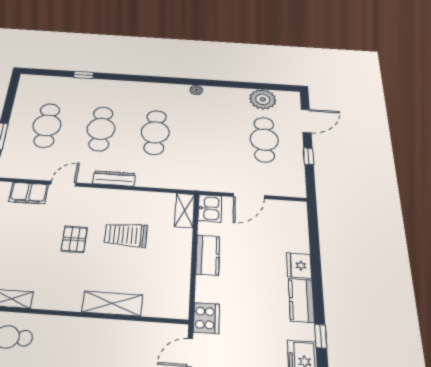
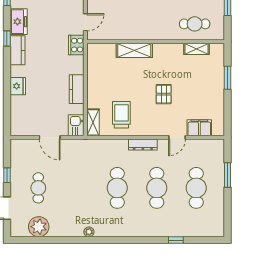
cafe table: (264, 140) -> (38, 188), width x0.73, depth x0.74
door: (249, 196) -> (50, 137), swing flipped
trolley: (126, 235) -> (121, 115), moved, turned -90
kitchen counter: (301, 300) -> (17, 50), moved

